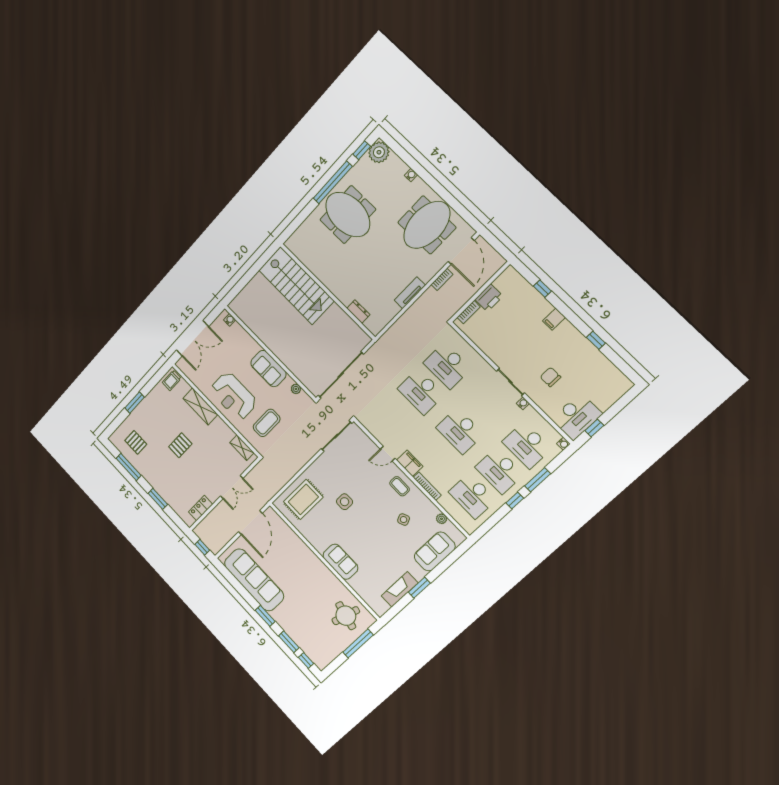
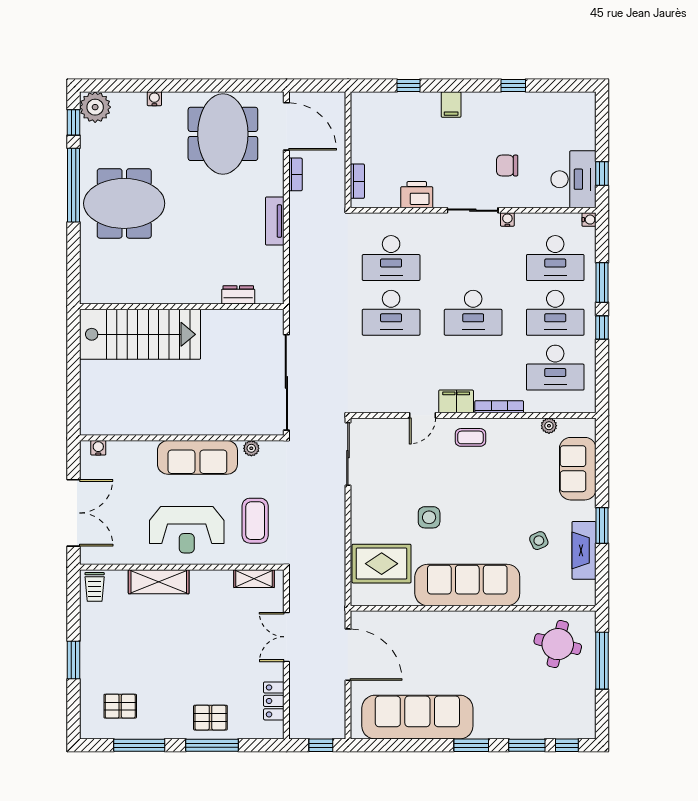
printer: (489, 298) -> (417, 195), moved, turned -90
sofa: (268, 369) -> (197, 457), width x1.36
pallet: (180, 445) -> (210, 718), moved, turned 90
double door: (232, 487) -> (286, 637), swing flipped
window: (158, 499) -> (212, 745), width x1.44
rug: (303, 499) -> (382, 564), turned 90
side table: (404, 520) -> (539, 541), moved
sofa: (340, 562) -> (467, 585), width x1.85, depth x1.27

